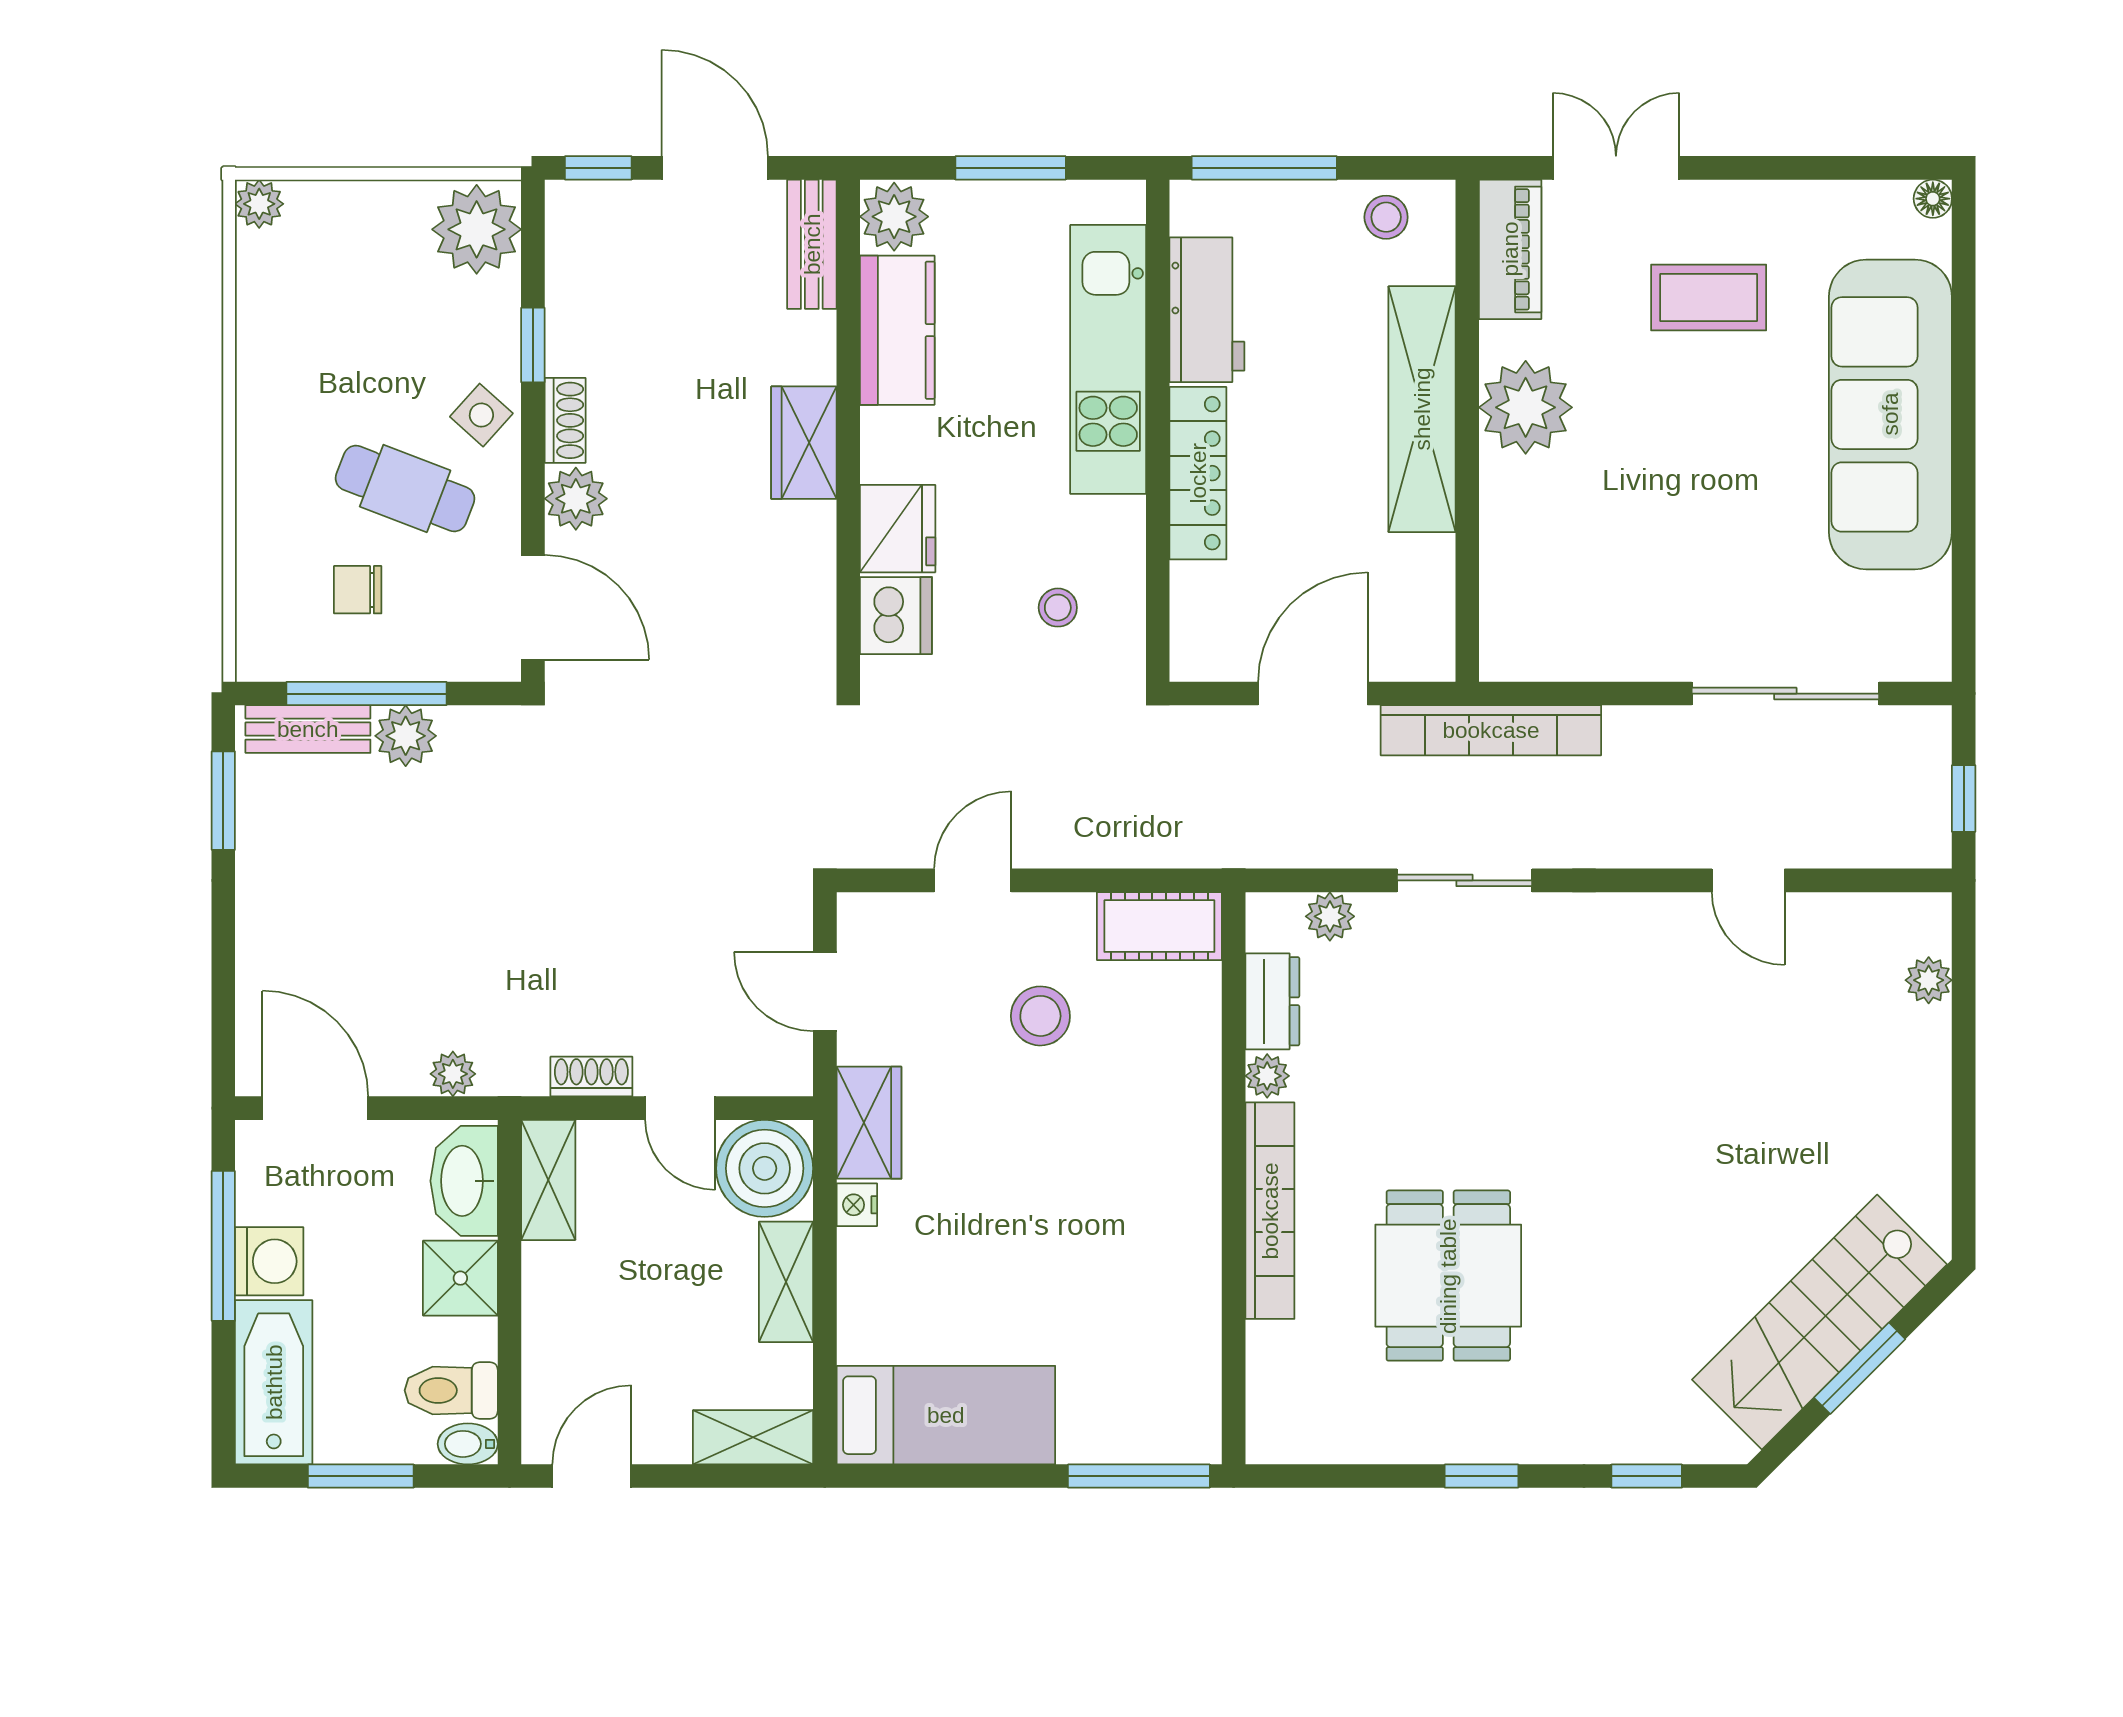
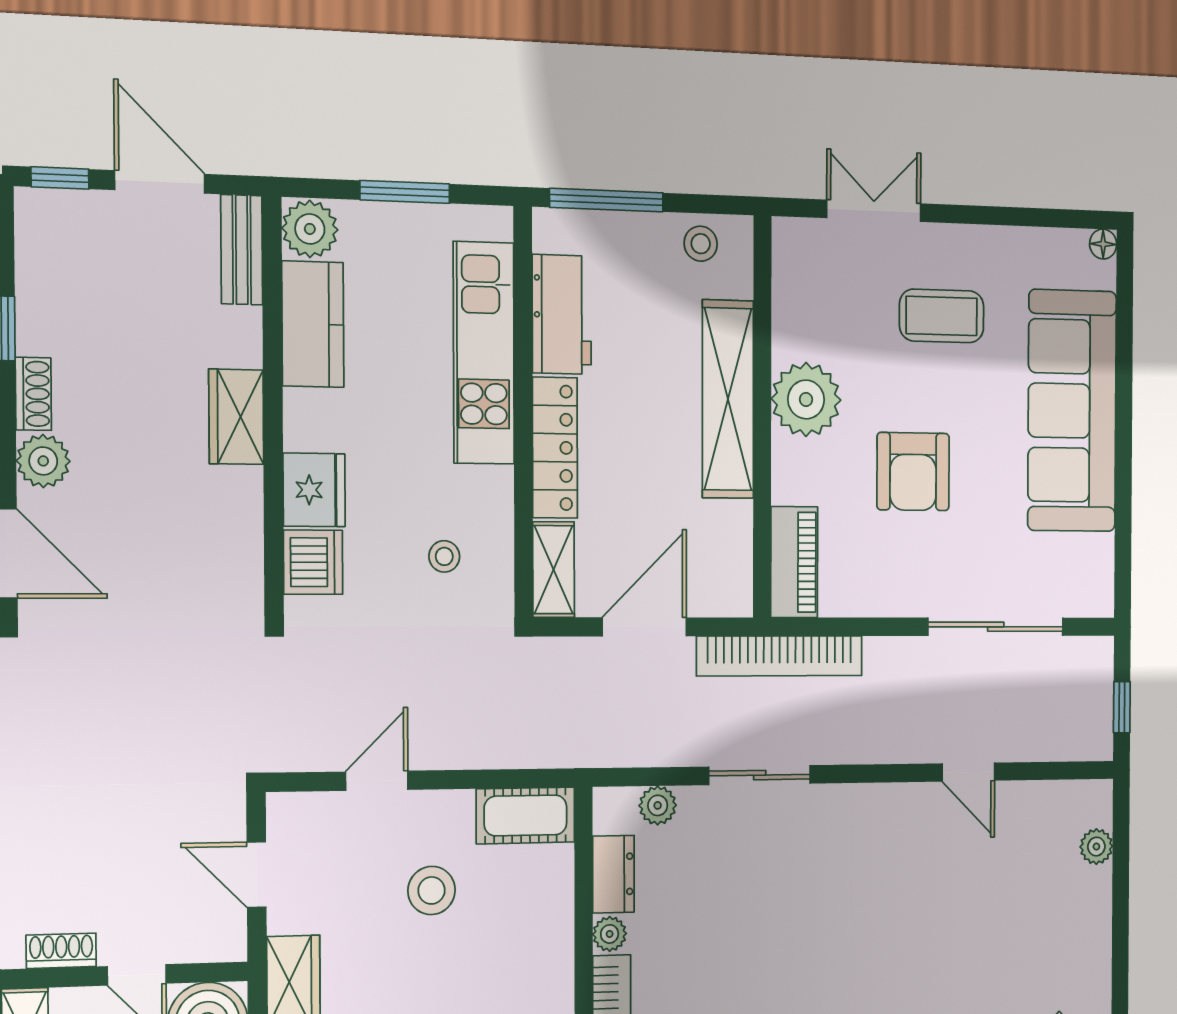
piano: (1510, 249) -> (794, 562), moved
armchair: (1670, 496) -> (913, 472), added
shelving: (1196, 623) -> (554, 570), added

